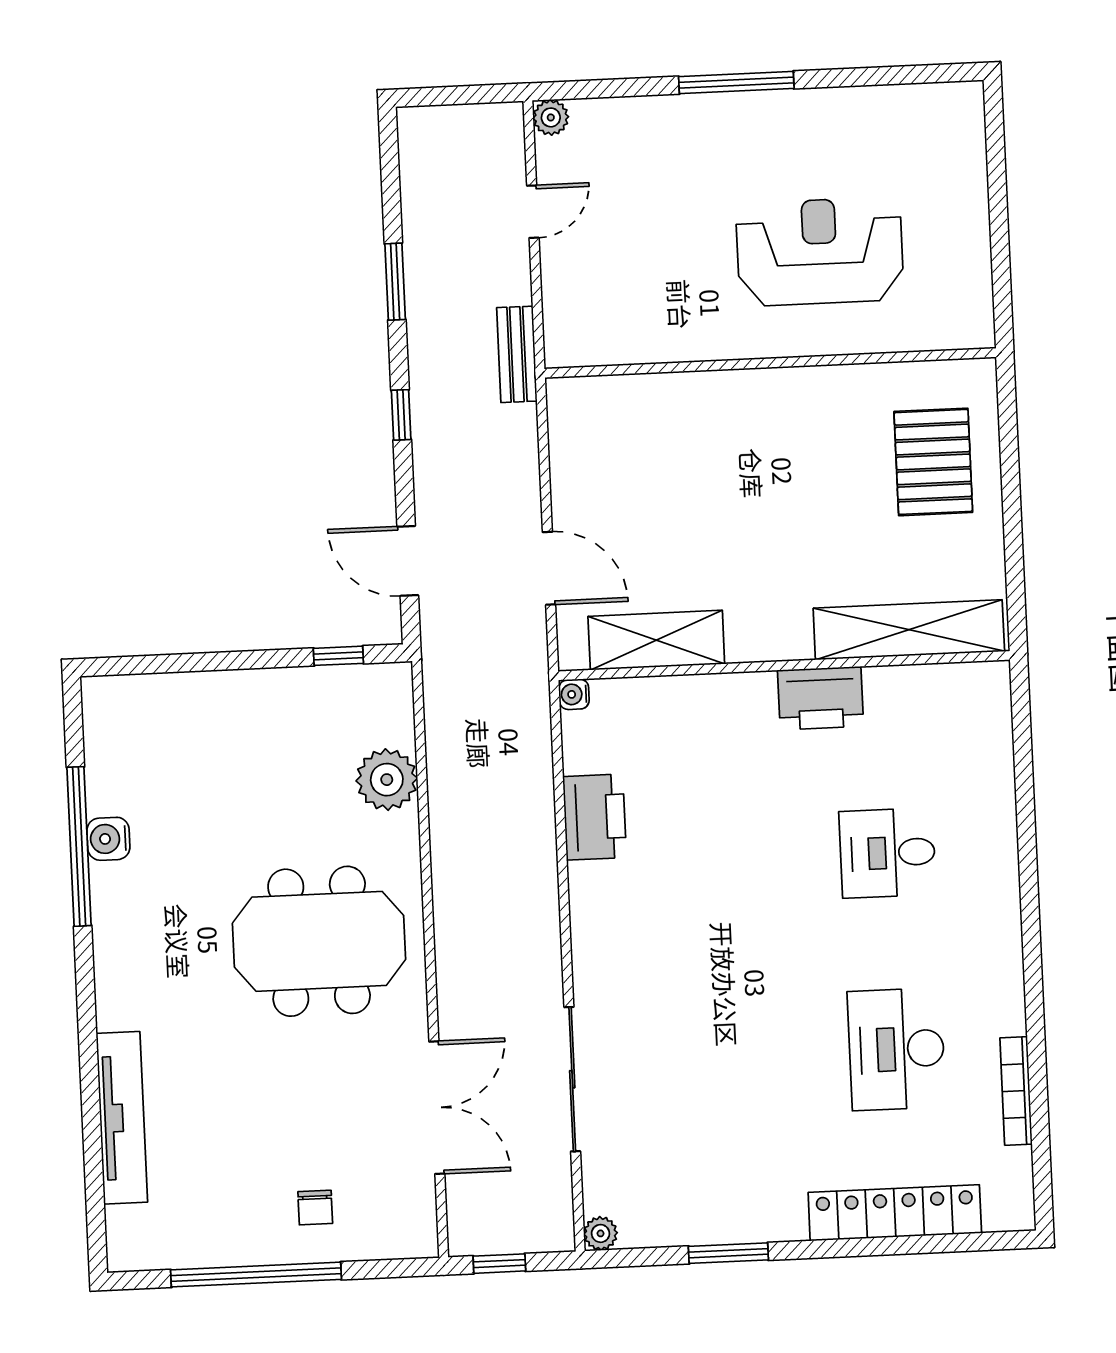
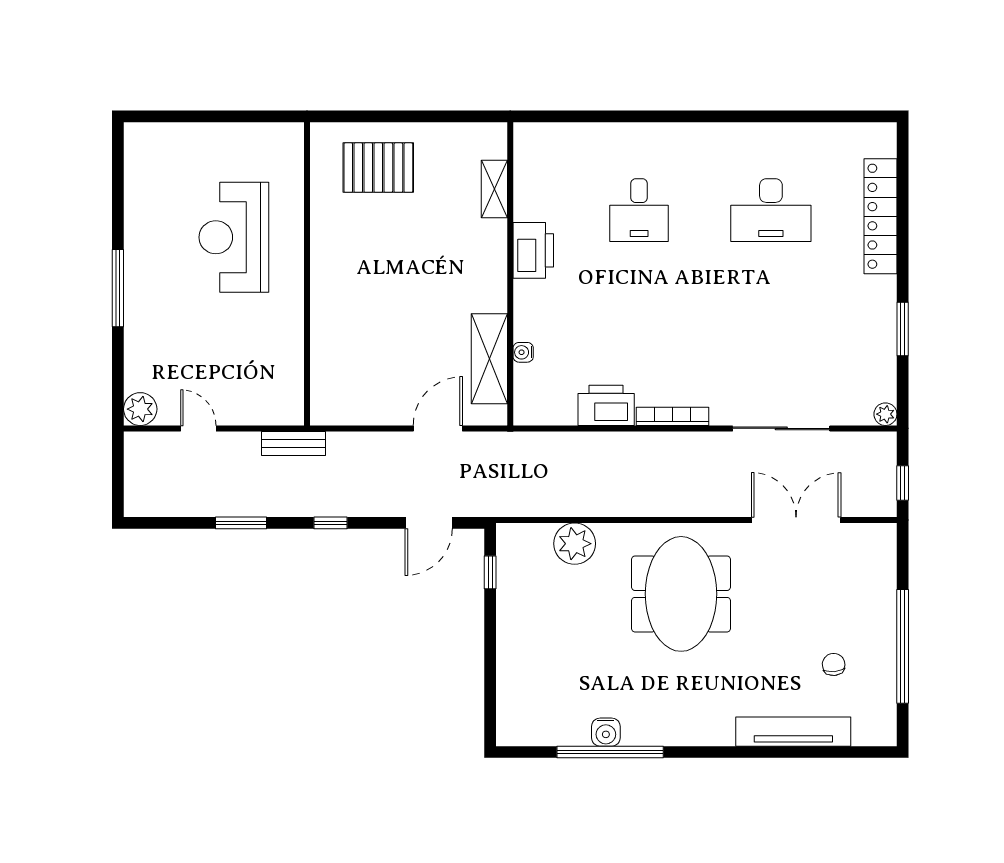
plant: (551, 117) -> (140, 409), width x1.38, depth x1.38
shelving: (909, 630) -> (494, 189), width x0.45, depth x0.75
water cooler: (574, 694) -> (523, 352), moved, turned 90
bookcase: (1016, 1091) -> (673, 416), moved, turned 180
chair: (315, 1208) -> (834, 664), moved, turned -95

